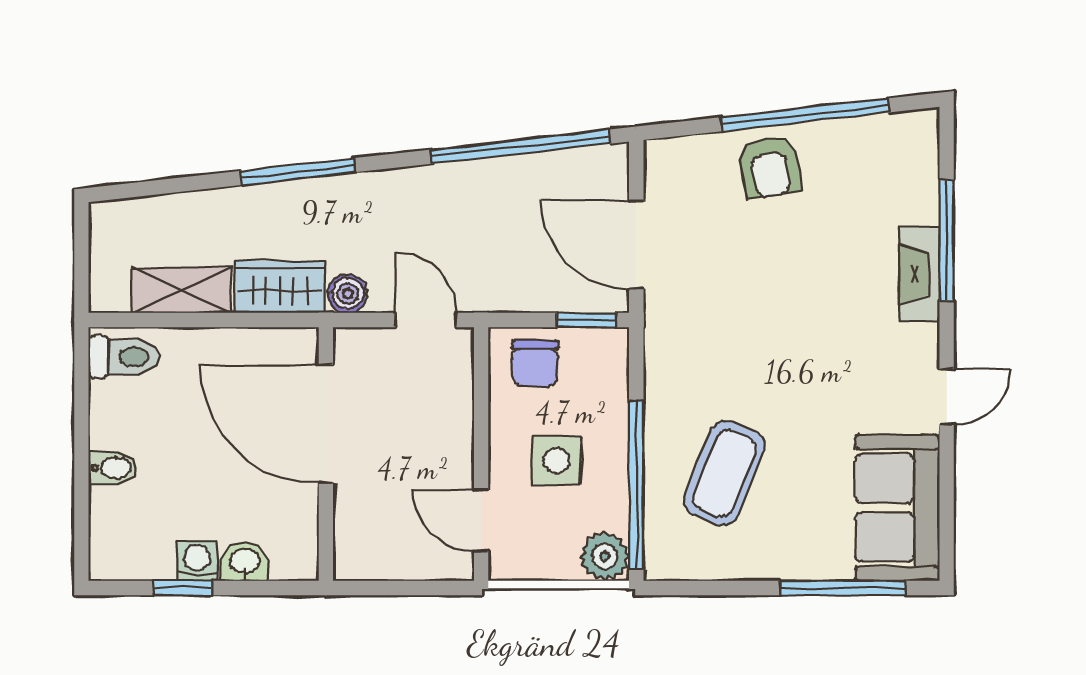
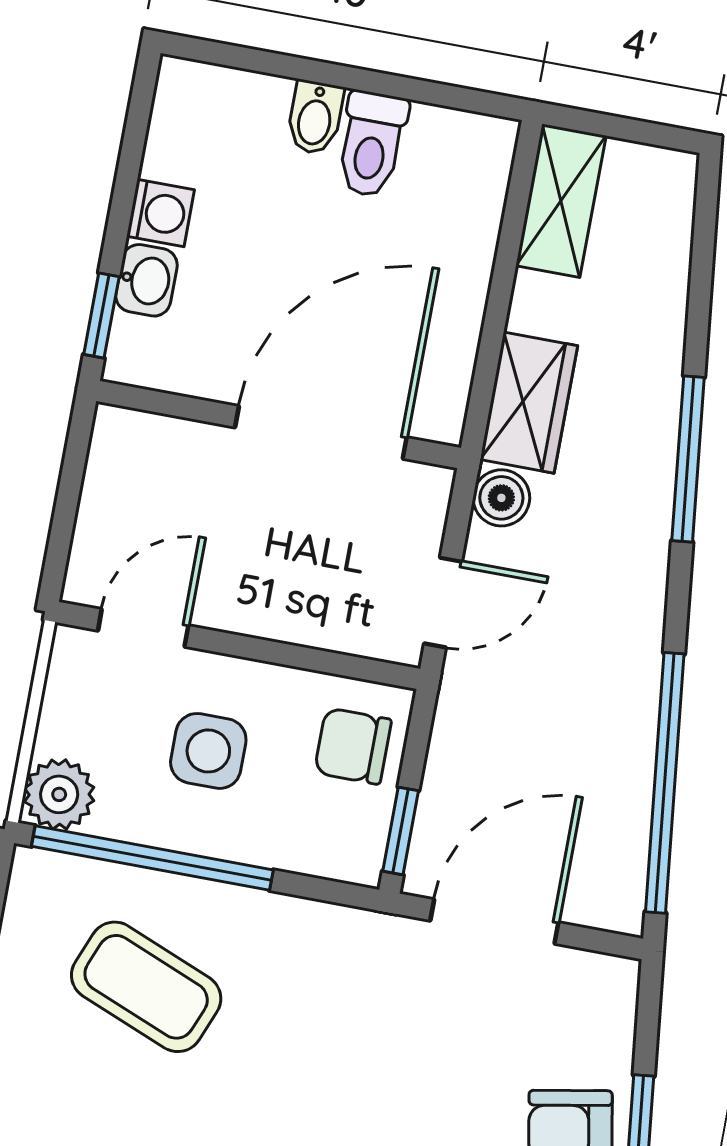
shelving: (181, 290) -> (561, 201), moved
toilet: (124, 357) -> (372, 144), moved
window: (183, 588) -> (101, 316), moved

